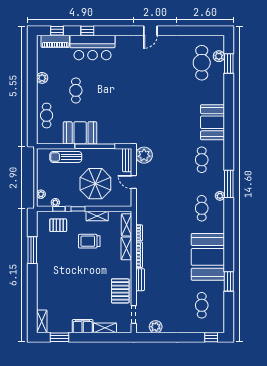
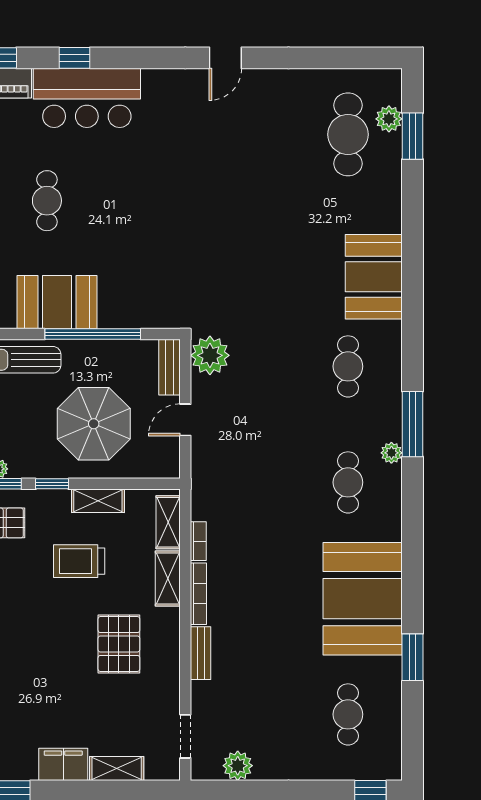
door: (134, 182) -> (185, 420), hinge flipped
pallet: (120, 291) -> (119, 644), moved

